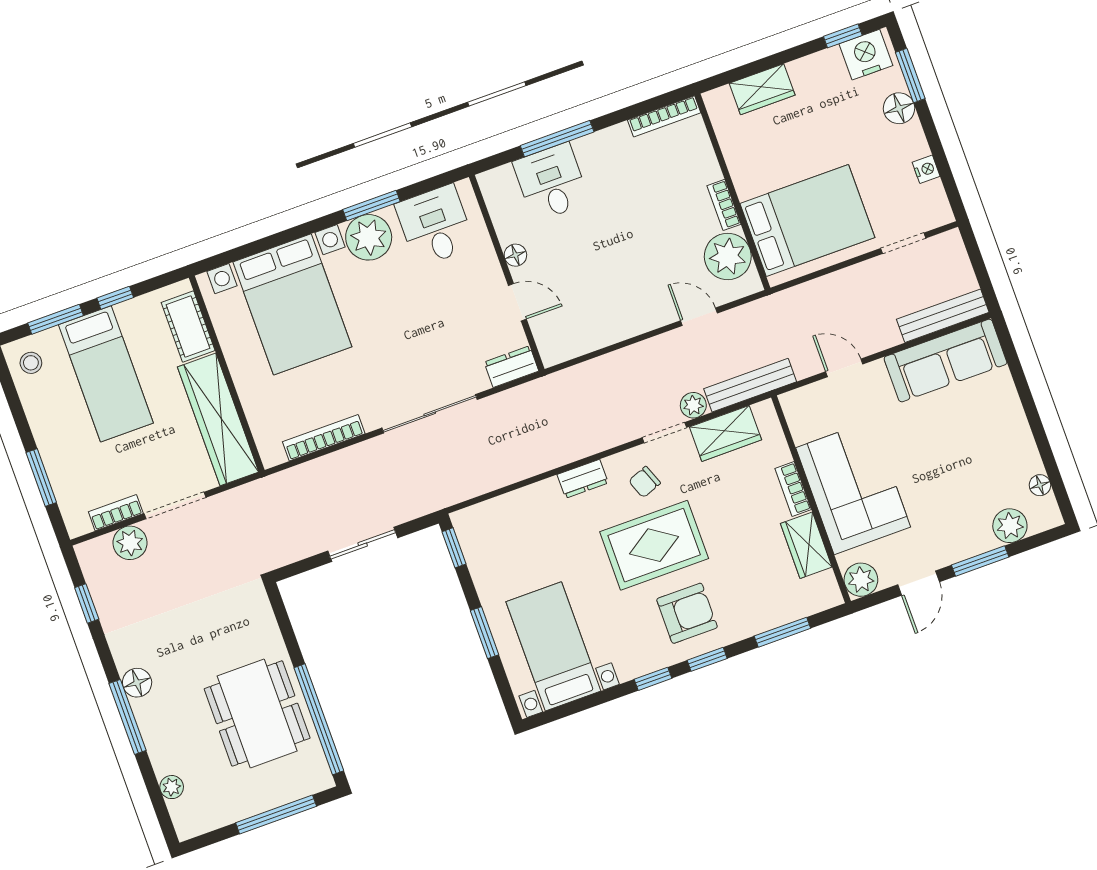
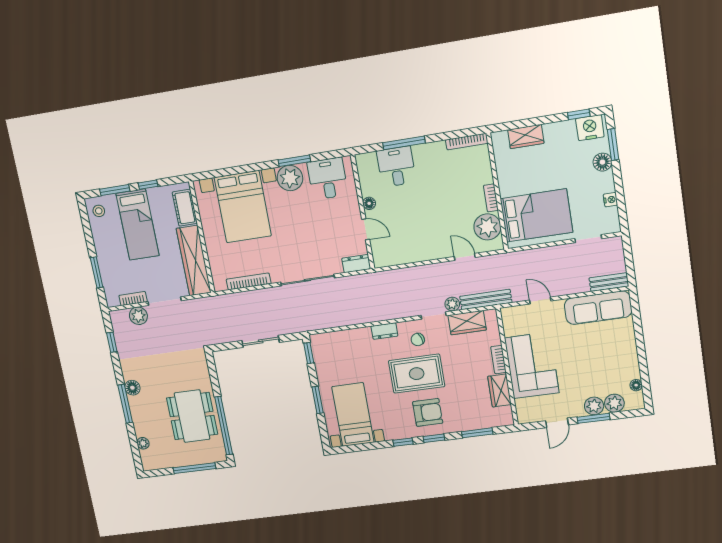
bench: (943, 316) -> (609, 282), width x0.73
plant: (861, 580) -> (594, 406), moved

